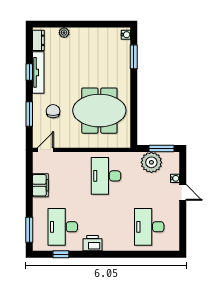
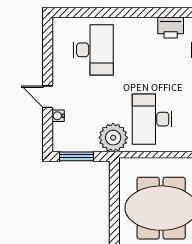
plant: (151, 162) -> (113, 138), moved
desk: (106, 176) -> (152, 119), turned 180

